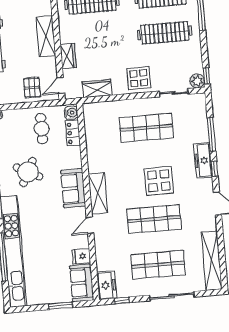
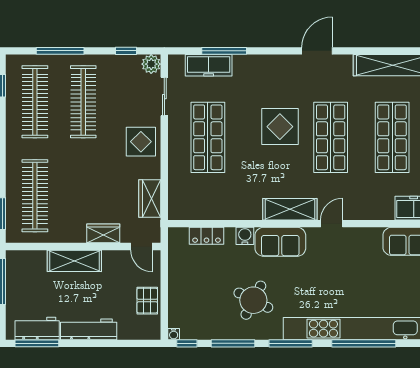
window: (207, 76) -> (126, 51), moved
pallet: (32, 88) -> (147, 301), moved, turned 90
water cooler: (71, 113) -> (245, 236), moved
cafe table: (42, 129) -> (197, 277), removed
freezer: (203, 160) -> (209, 65), moved
window: (214, 169) -> (270, 51), removed
door: (90, 225) -> (332, 224), swing flipped
fridge: (81, 256) -> (372, 239), removed

